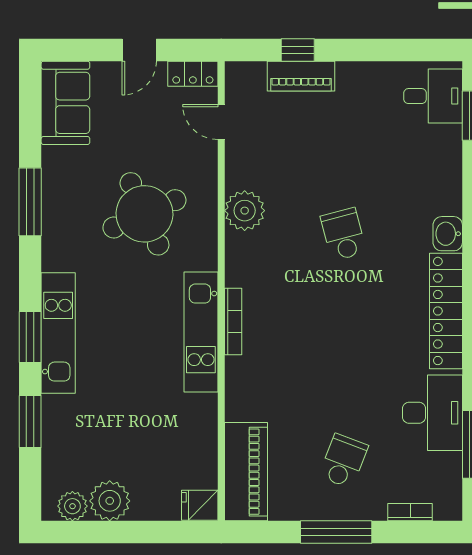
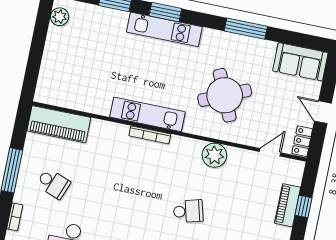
plant: (110, 501) -> (58, 40), removed
fridge: (200, 505) -> (45, 93), removed

